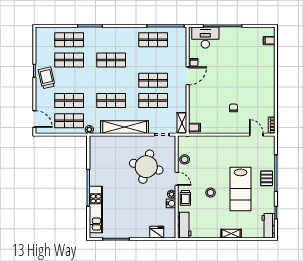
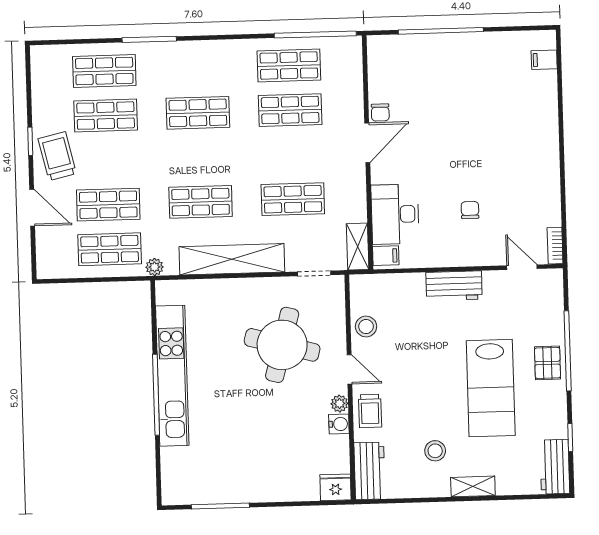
desk: (205, 38) -> (395, 214), moved, turned -90
shop shelf: (153, 80) -> (290, 110), moved
door: (34, 119) -> (32, 208), moved
workbench: (225, 142) -> (454, 286), added
stool: (211, 193) -> (435, 451), moved
kitchen unit: (96, 210) -> (172, 376), moved, width x1.36
fridge: (157, 232) -> (336, 487), moved

